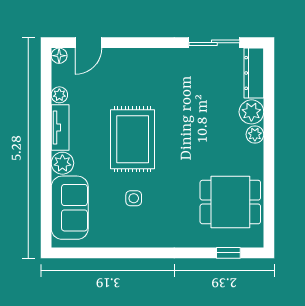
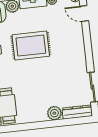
plant: (255, 134) -> (41, 117), removed

